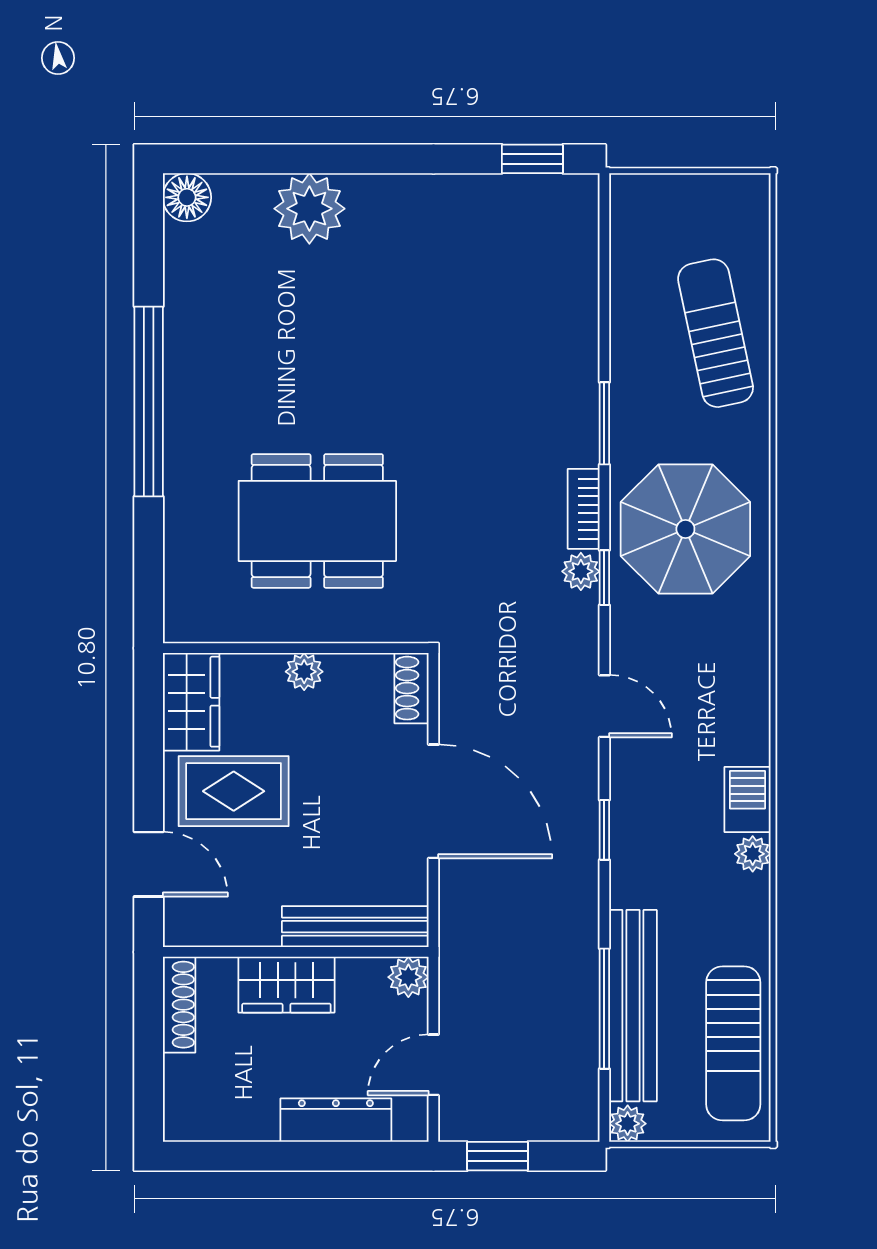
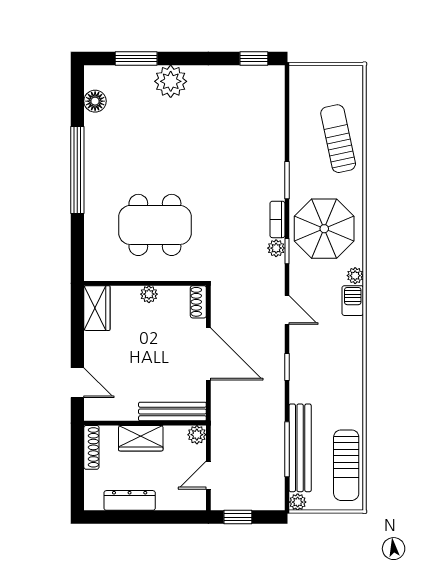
window: (276, 159) -> (136, 59), added
floor lamp: (187, 197) -> (95, 101), moved
plant: (309, 209) -> (171, 81), moved
rug: (234, 791) -> (116, 349), removed
barbecue: (747, 800) -> (353, 301), moved
plant: (753, 854) -> (355, 276), moved
dresser: (336, 1120) -> (130, 500), moved

